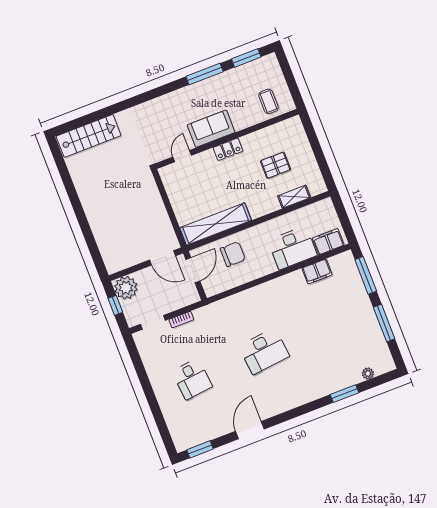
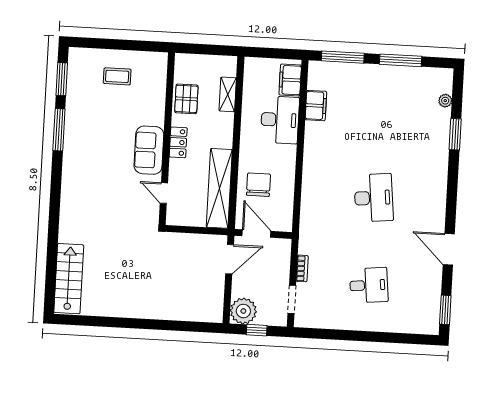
sofa: (211, 129) -> (149, 150), moved
wall: (227, 139) -> (167, 139), moved
locker: (228, 149) -> (178, 142), moved
door: (182, 156) -> (164, 193), moved

